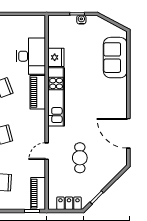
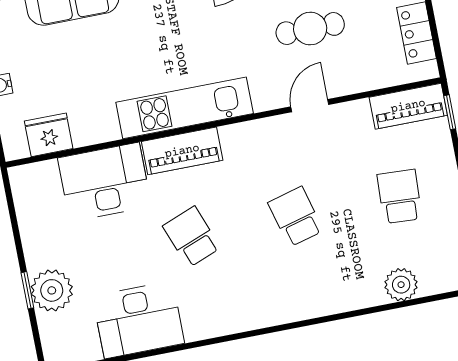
fridge: (56, 57) -> (49, 135), moved
door: (47, 151) -> (310, 106), swing flipped

